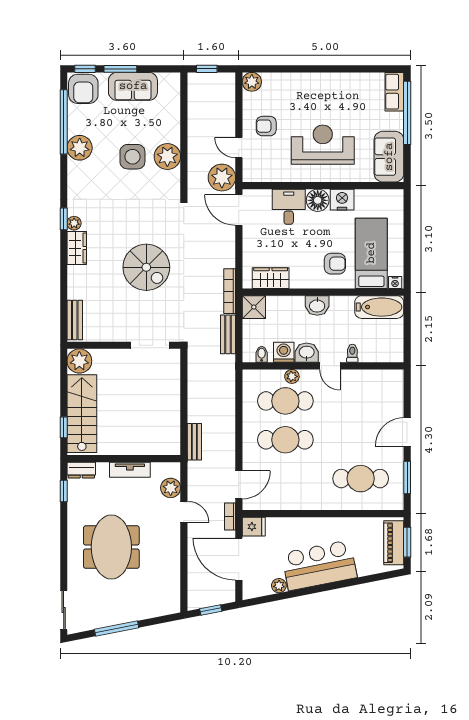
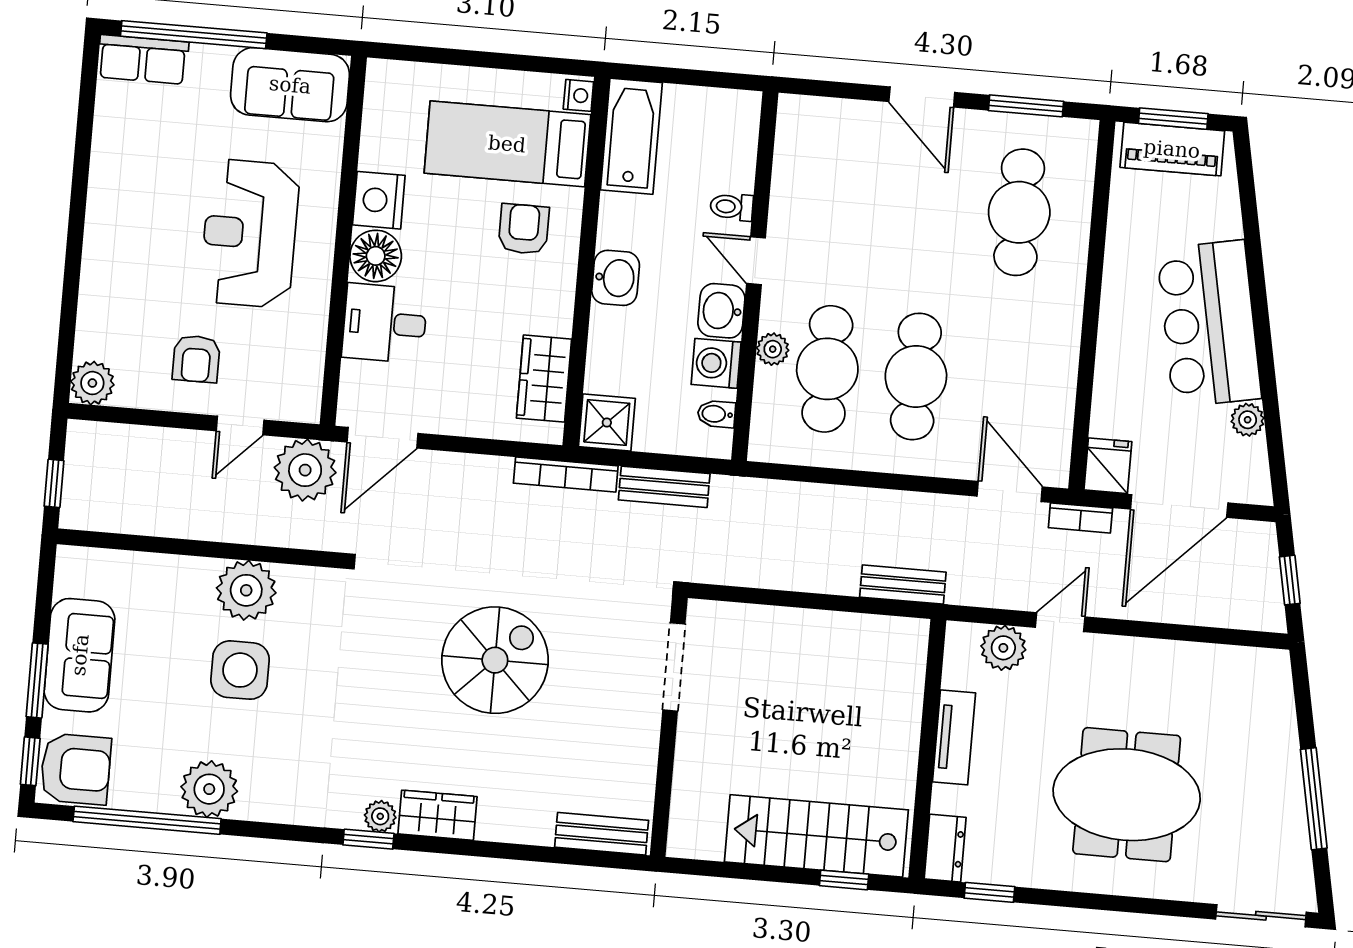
plant: (79, 361) -> (696, 831), removed
door: (330, 366) -> (756, 261), swing flipped

